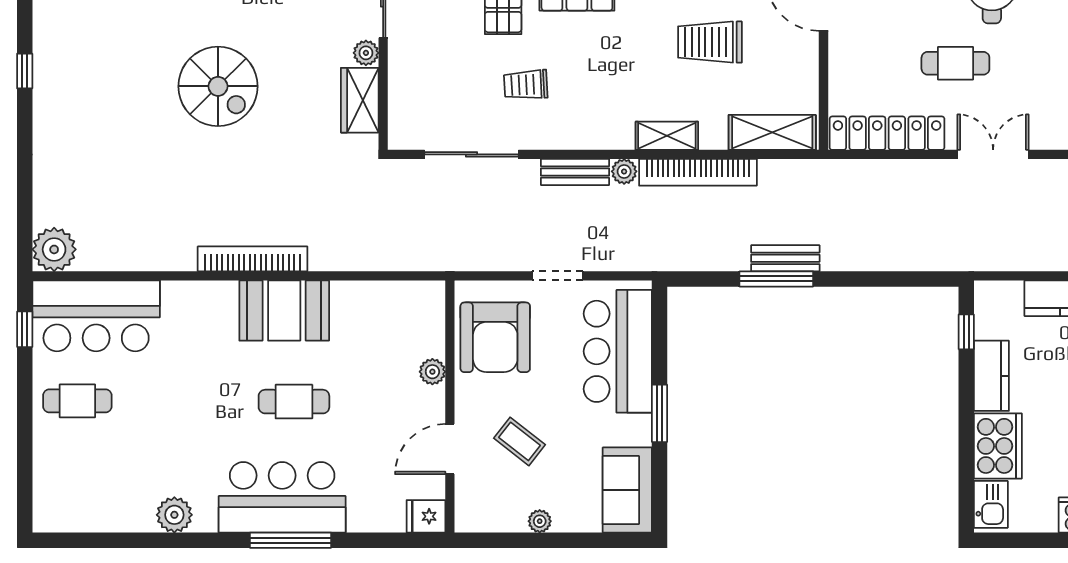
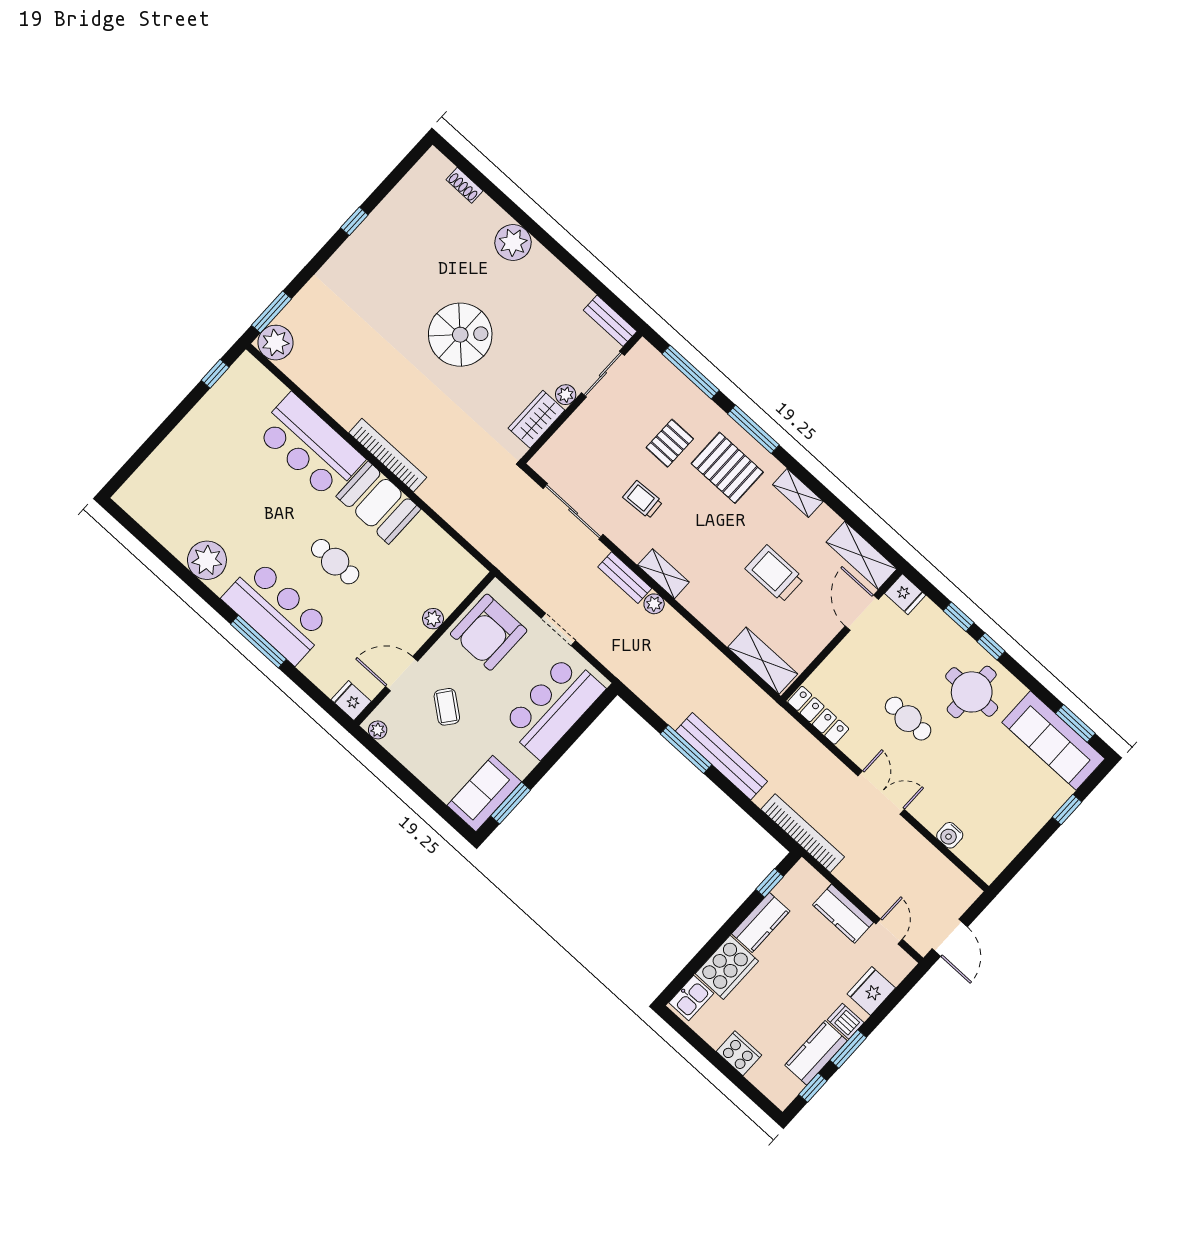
spiral stairs: (218, 86) -> (460, 335), turned -90
locker: (887, 133) -> (818, 715), width x0.71, depth x0.83
shelving: (667, 136) -> (663, 574), moved
bookcase: (698, 172) -> (803, 833), moved, turned 180
window: (25, 225) -> (272, 312), added
bench: (785, 258) -> (721, 756), width x1.86, depth x1.21
bar counter: (96, 316) -> (310, 446), moved
cafe table: (77, 401) -> (208, 445), removed
window: (659, 413) -> (511, 803), moved
plant: (174, 515) -> (207, 560), width x1.36, depth x1.36
plant: (540, 521) -> (378, 730), moved

